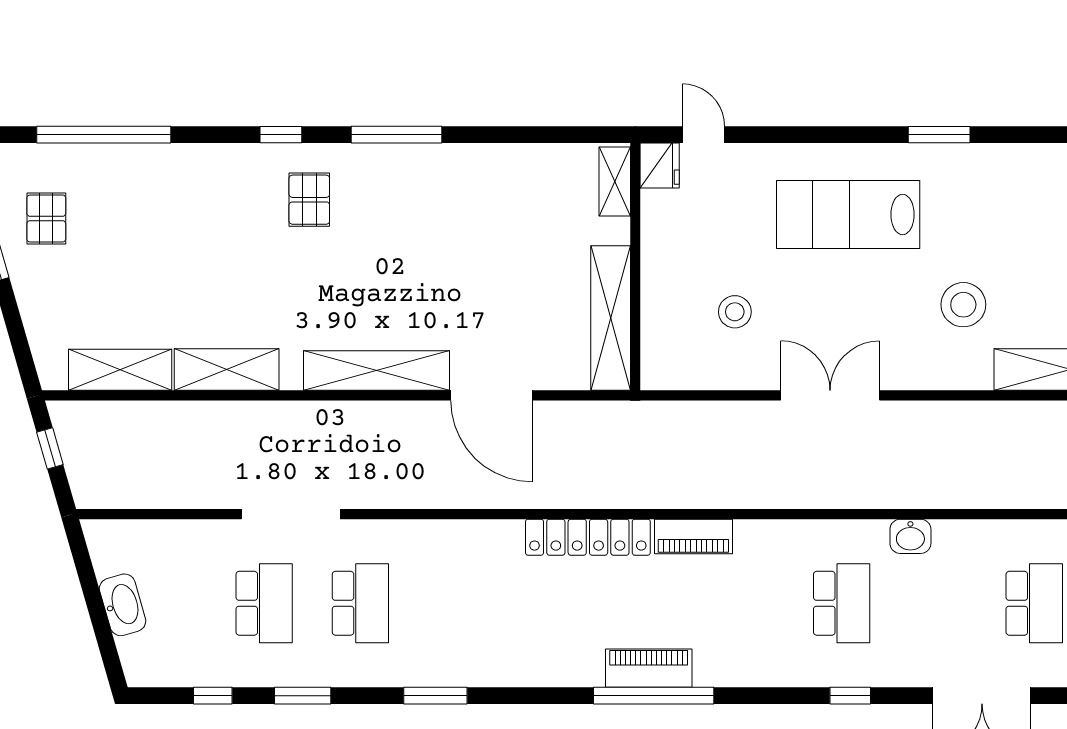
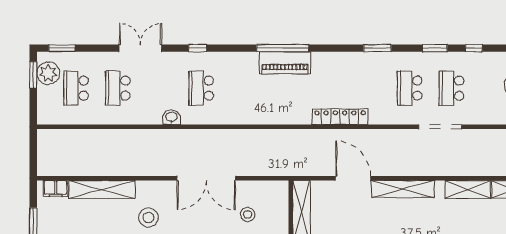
double door: (830, 395) -> (206, 178), width x1.36
piano: (693, 536) -> (265, 117), removed
locker: (588, 537) -> (340, 117), moved
piano: (649, 668) -> (285, 63), width x1.37, depth x1.33

